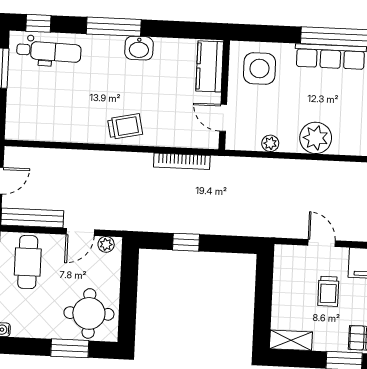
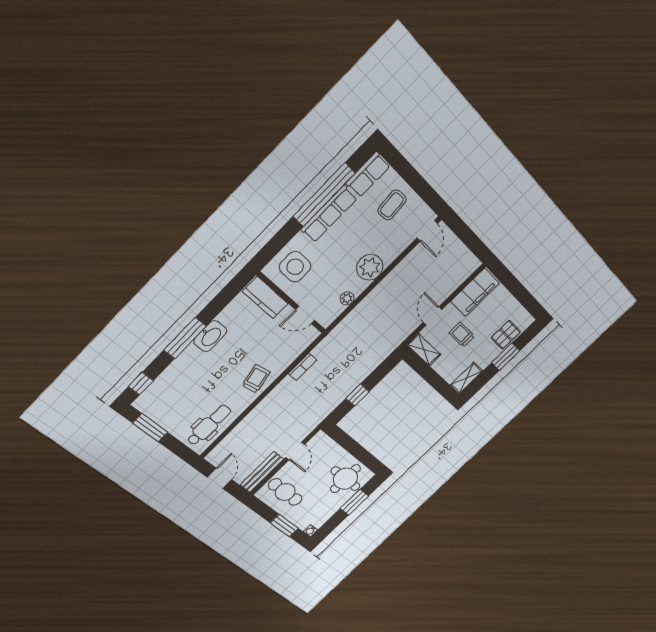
washbasin: (139, 48) -> (210, 336), width x1.38
dental chair: (49, 51) -> (209, 425), moved
bookcase: (182, 161) -> (303, 367), width x0.64
door: (322, 243) -> (432, 316), hinge flipped
plant: (106, 244) -> (316, 441), removed
shelving: (283, 267) -> (424, 350), added
trolley: (328, 291) -> (462, 335), turned 180

